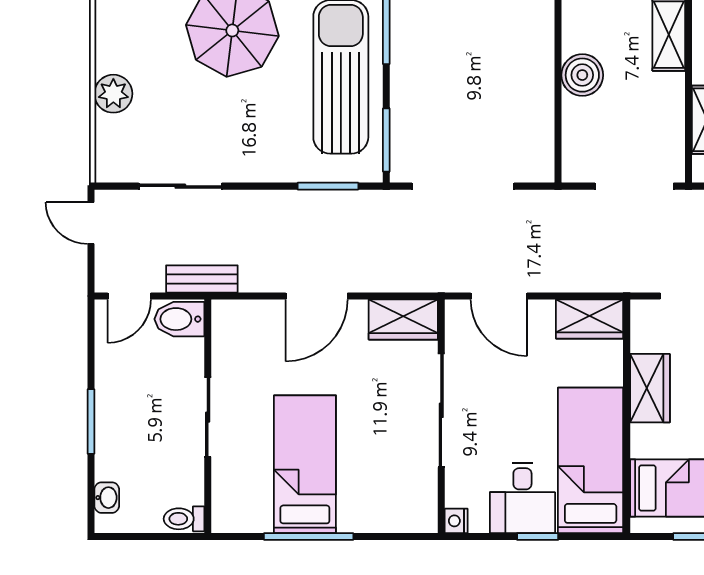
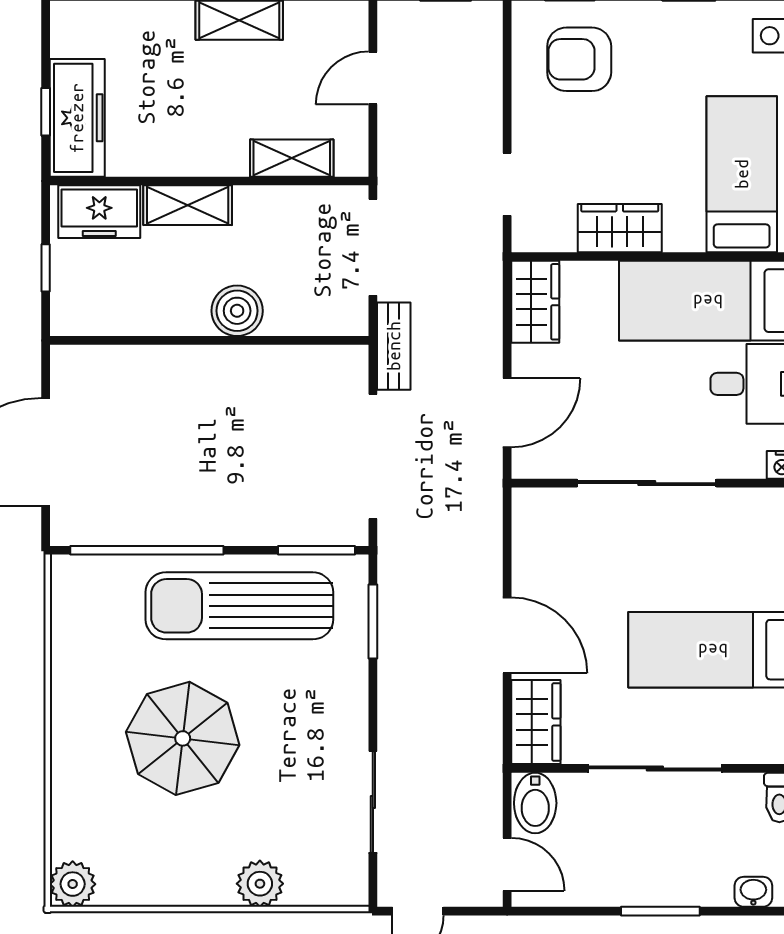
bench: (202, 279) -> (394, 346), moved
wardrobe: (403, 320) -> (536, 722), moved
sliding door: (208, 417) -> (655, 768), width x1.37

